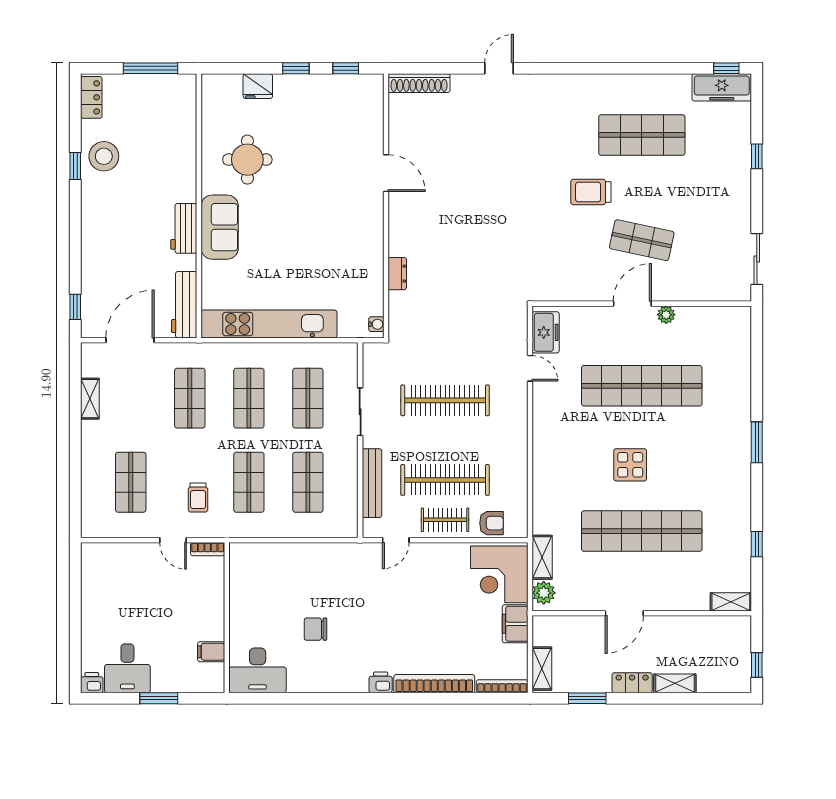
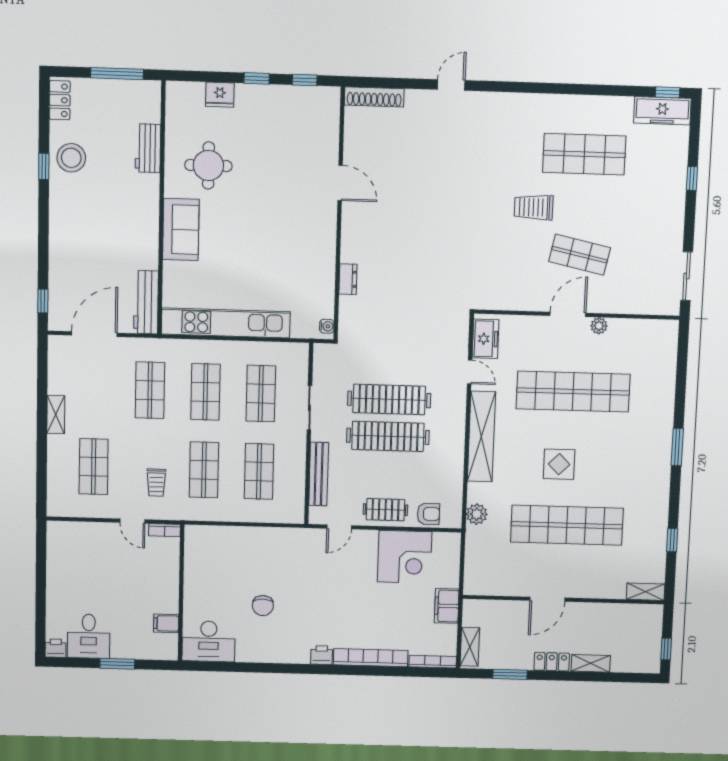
workbench: (184, 228) -> (148, 148), moved
shelving: (90, 399) -> (56, 414), moved
clothes rail: (445, 480) -> (388, 436), moved
shelving: (542, 557) -> (481, 437), moved, width x2.20, depth x1.33
corner desk: (499, 574) -> (405, 557), moved, turned -90
plant: (544, 593) -> (477, 514), moved
chair: (315, 629) -> (263, 606), turned -90

